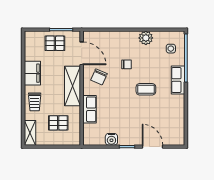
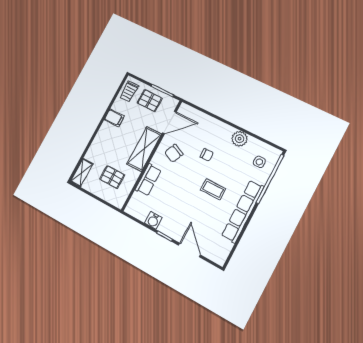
door: (82, 53) -> (169, 122), hinge flipped
filing cabinet: (32, 73) -> (114, 118), width x0.50
row of seats: (178, 80) -> (243, 211), width x2.02
trolley: (35, 102) -> (129, 91), moved

